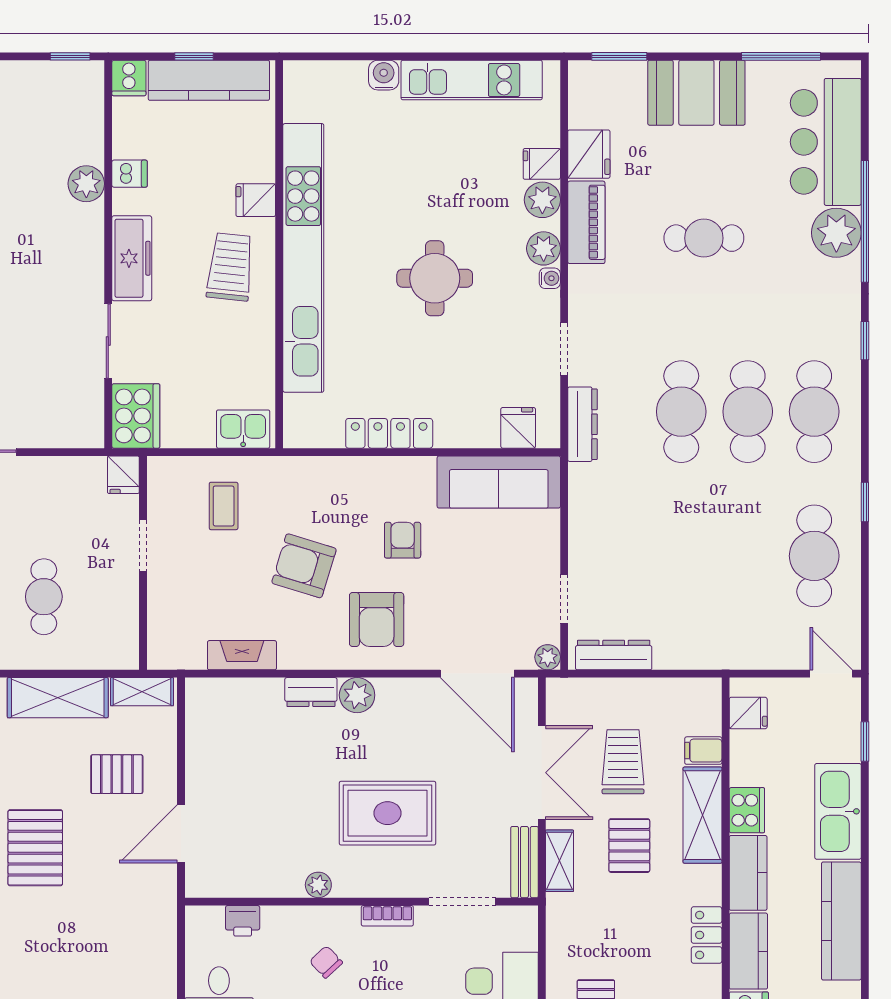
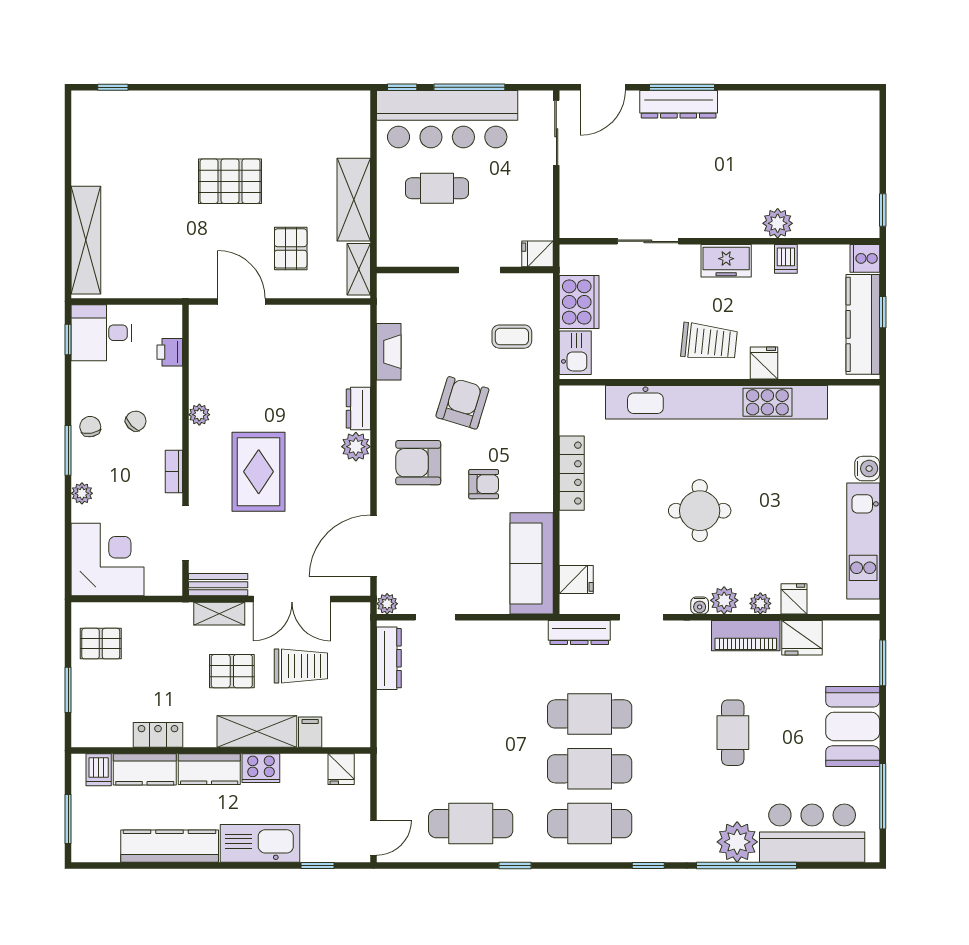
plant: (542, 200) -> (760, 603), width x0.73, depth x0.73
freezer: (132, 258) -> (726, 261), width x0.71
cooker: (136, 416) -> (579, 302), moved, turned -90

